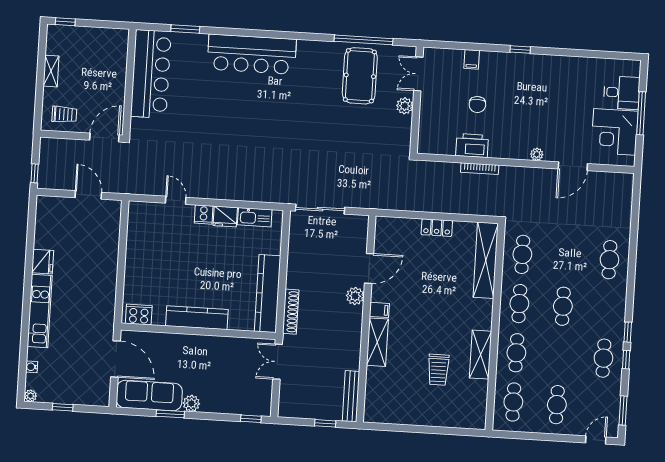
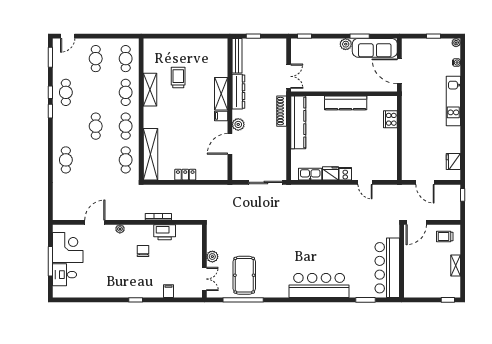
chair: (477, 105) -> (143, 251), moved
fridge: (43, 262) -> (453, 161), moved
cooker: (139, 315) -> (390, 119), moved, turned 90
dresser: (352, 344) -> (238, 92), added

